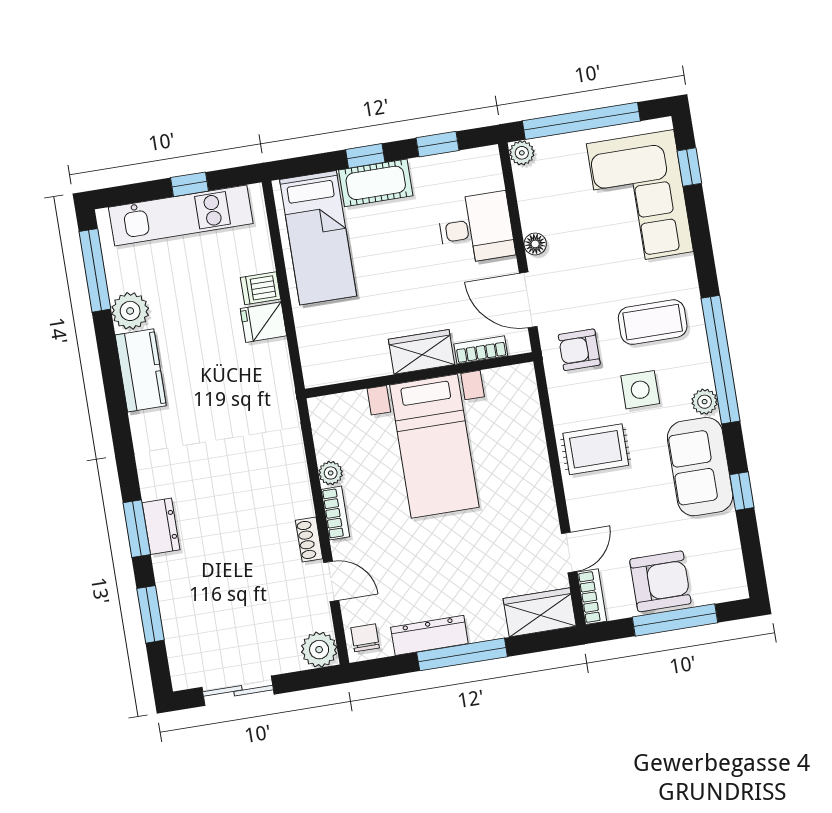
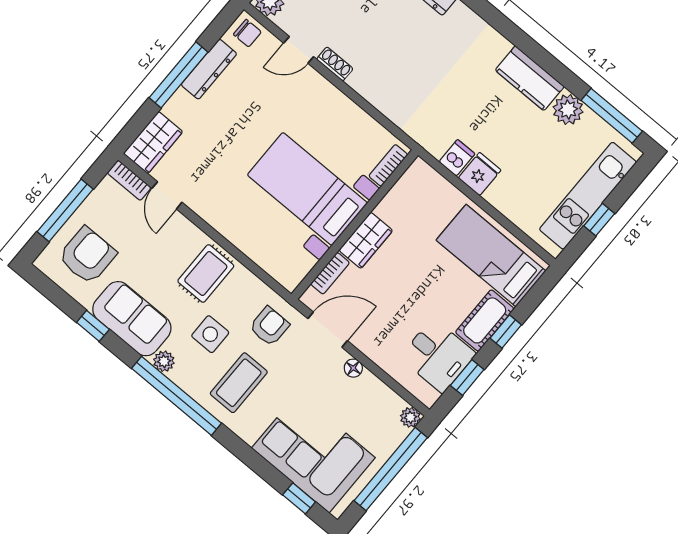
desk: (476, 228) -> (438, 356), moved, turned -90
dishwasher: (261, 288) -> (457, 158), moved
plant: (331, 473) -> (357, 117), removed
bookcase: (335, 513) -> (388, 165), moved, turned 90
armchair: (660, 581) -> (87, 255), moved, turned 180

